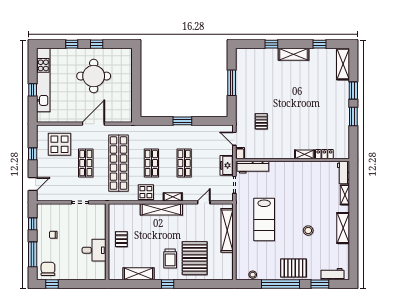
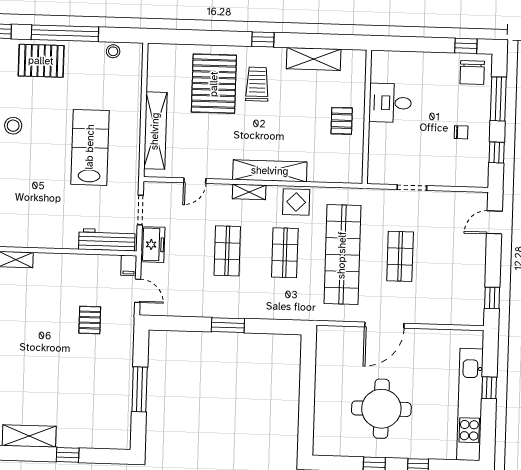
display table: (60, 144) -> (445, 291), removed
window: (33, 154) -> (492, 298), moved

